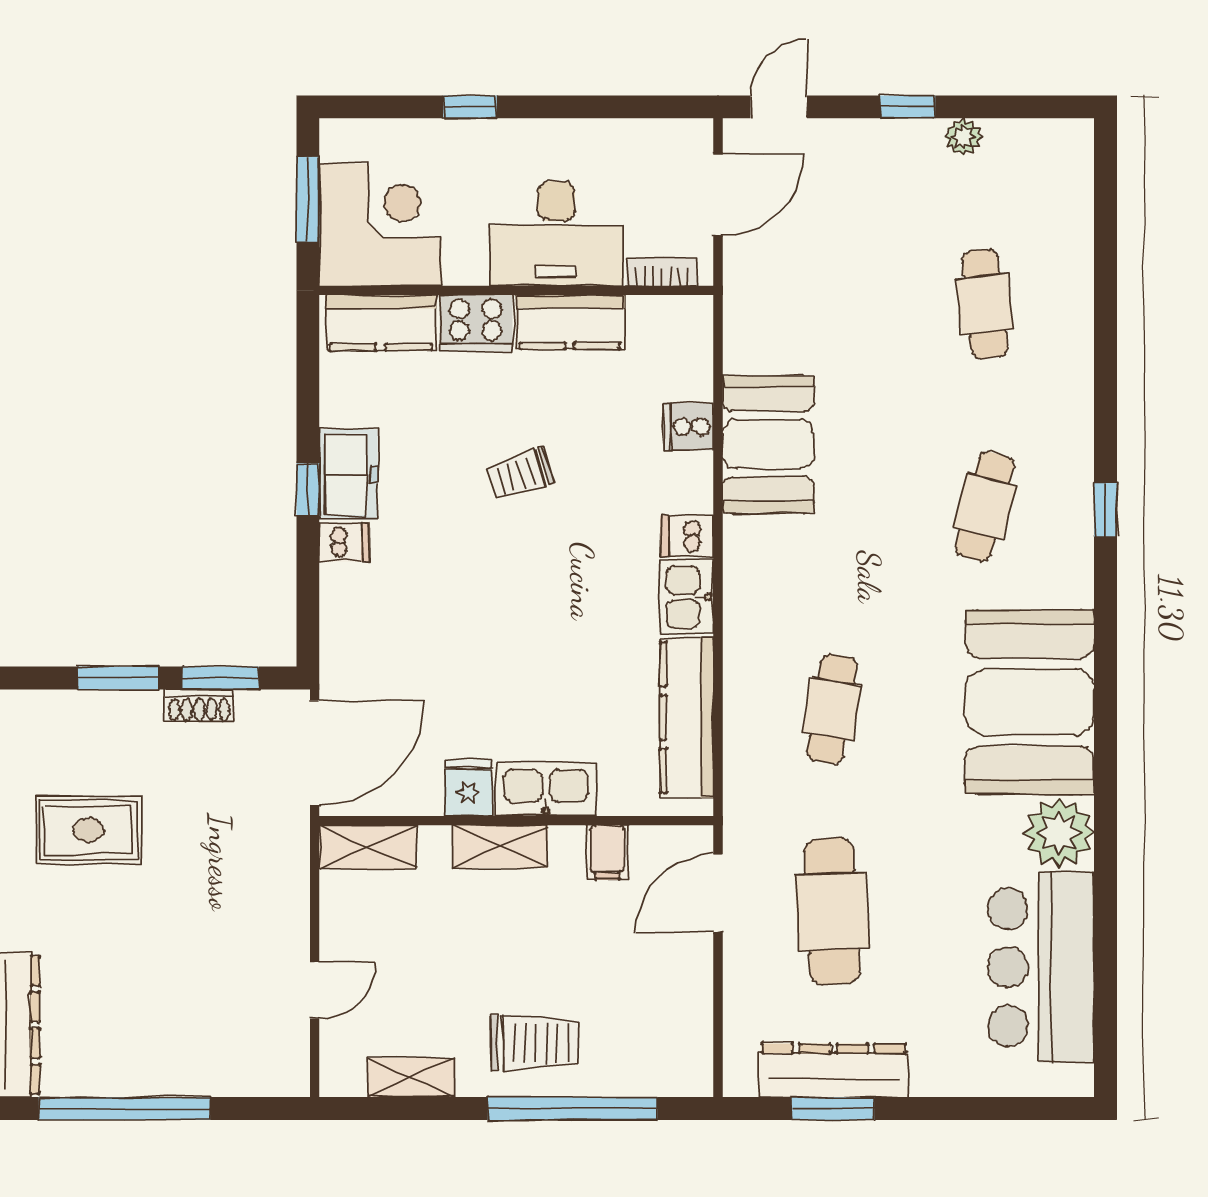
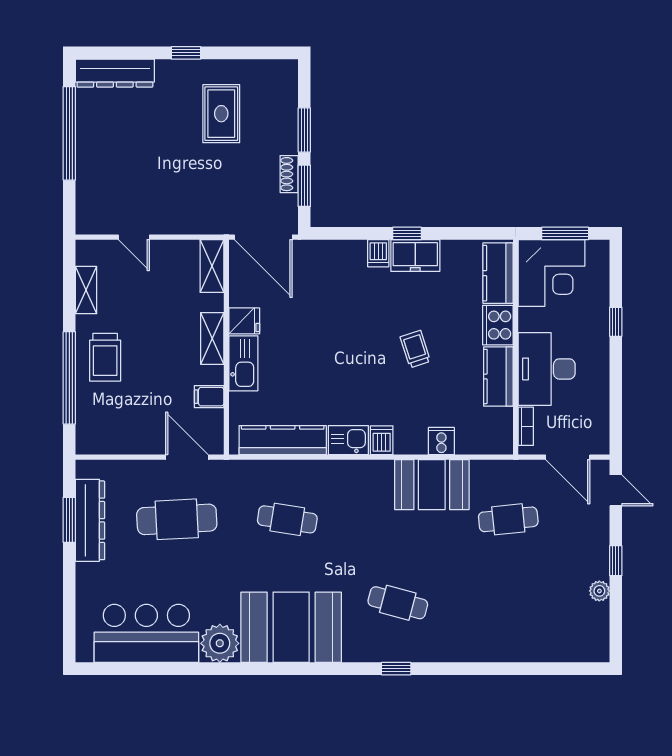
cafe table: (985, 304) -> (508, 519), moved

